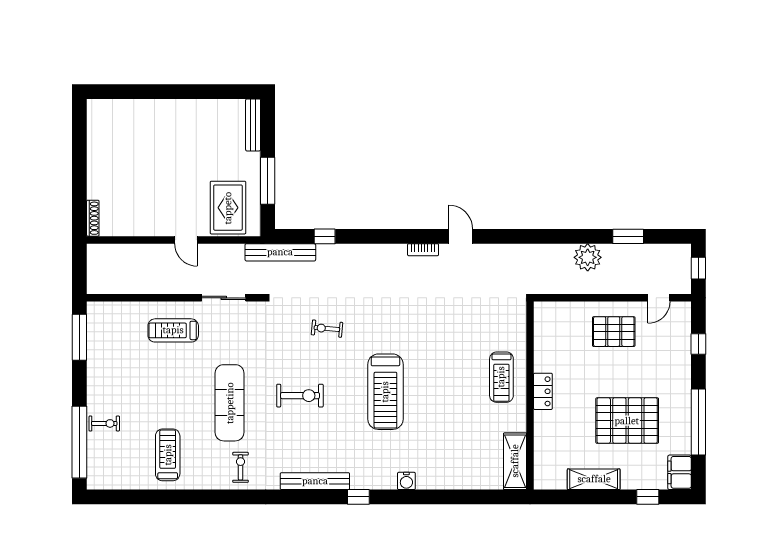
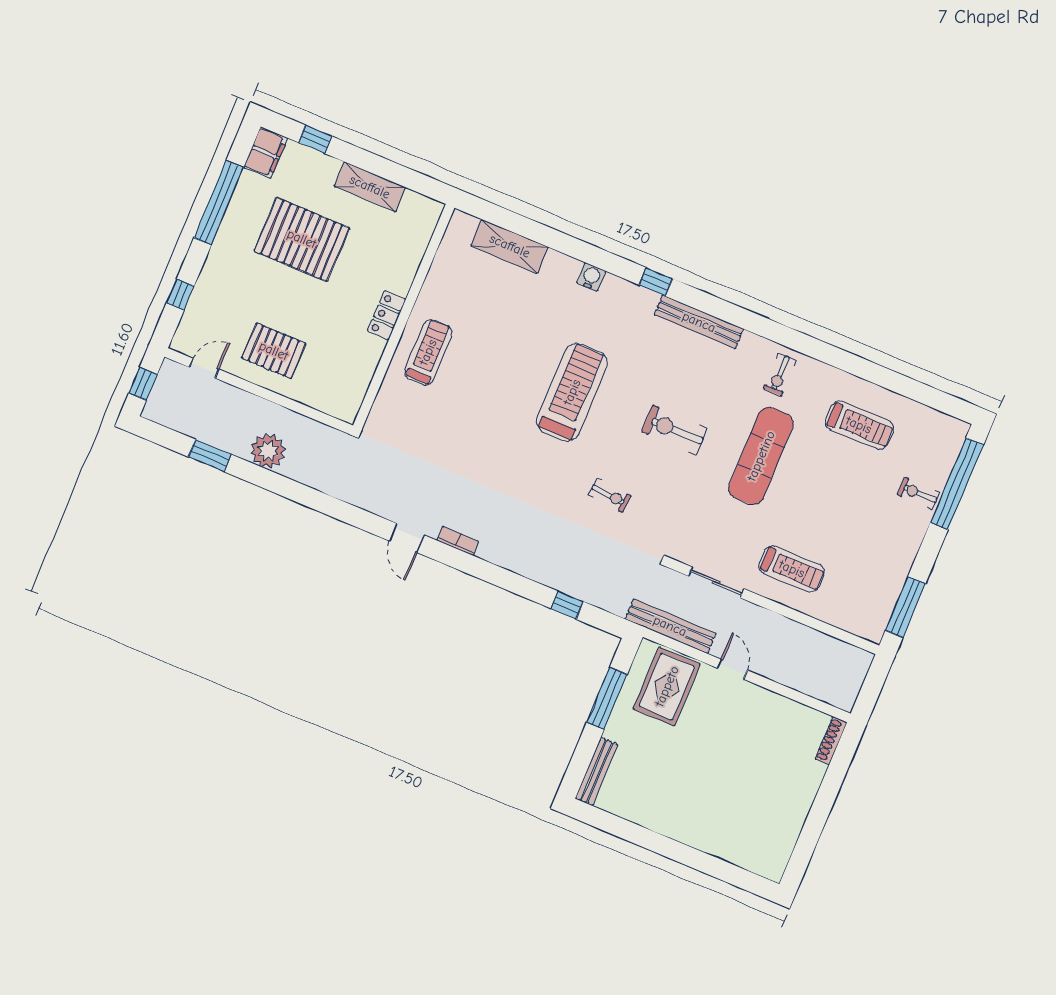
bench: (280, 252) -> (670, 626), moved
treadmill: (168, 455) -> (859, 425), turned -90
shelving: (515, 461) -> (510, 246), moved, turned 90

